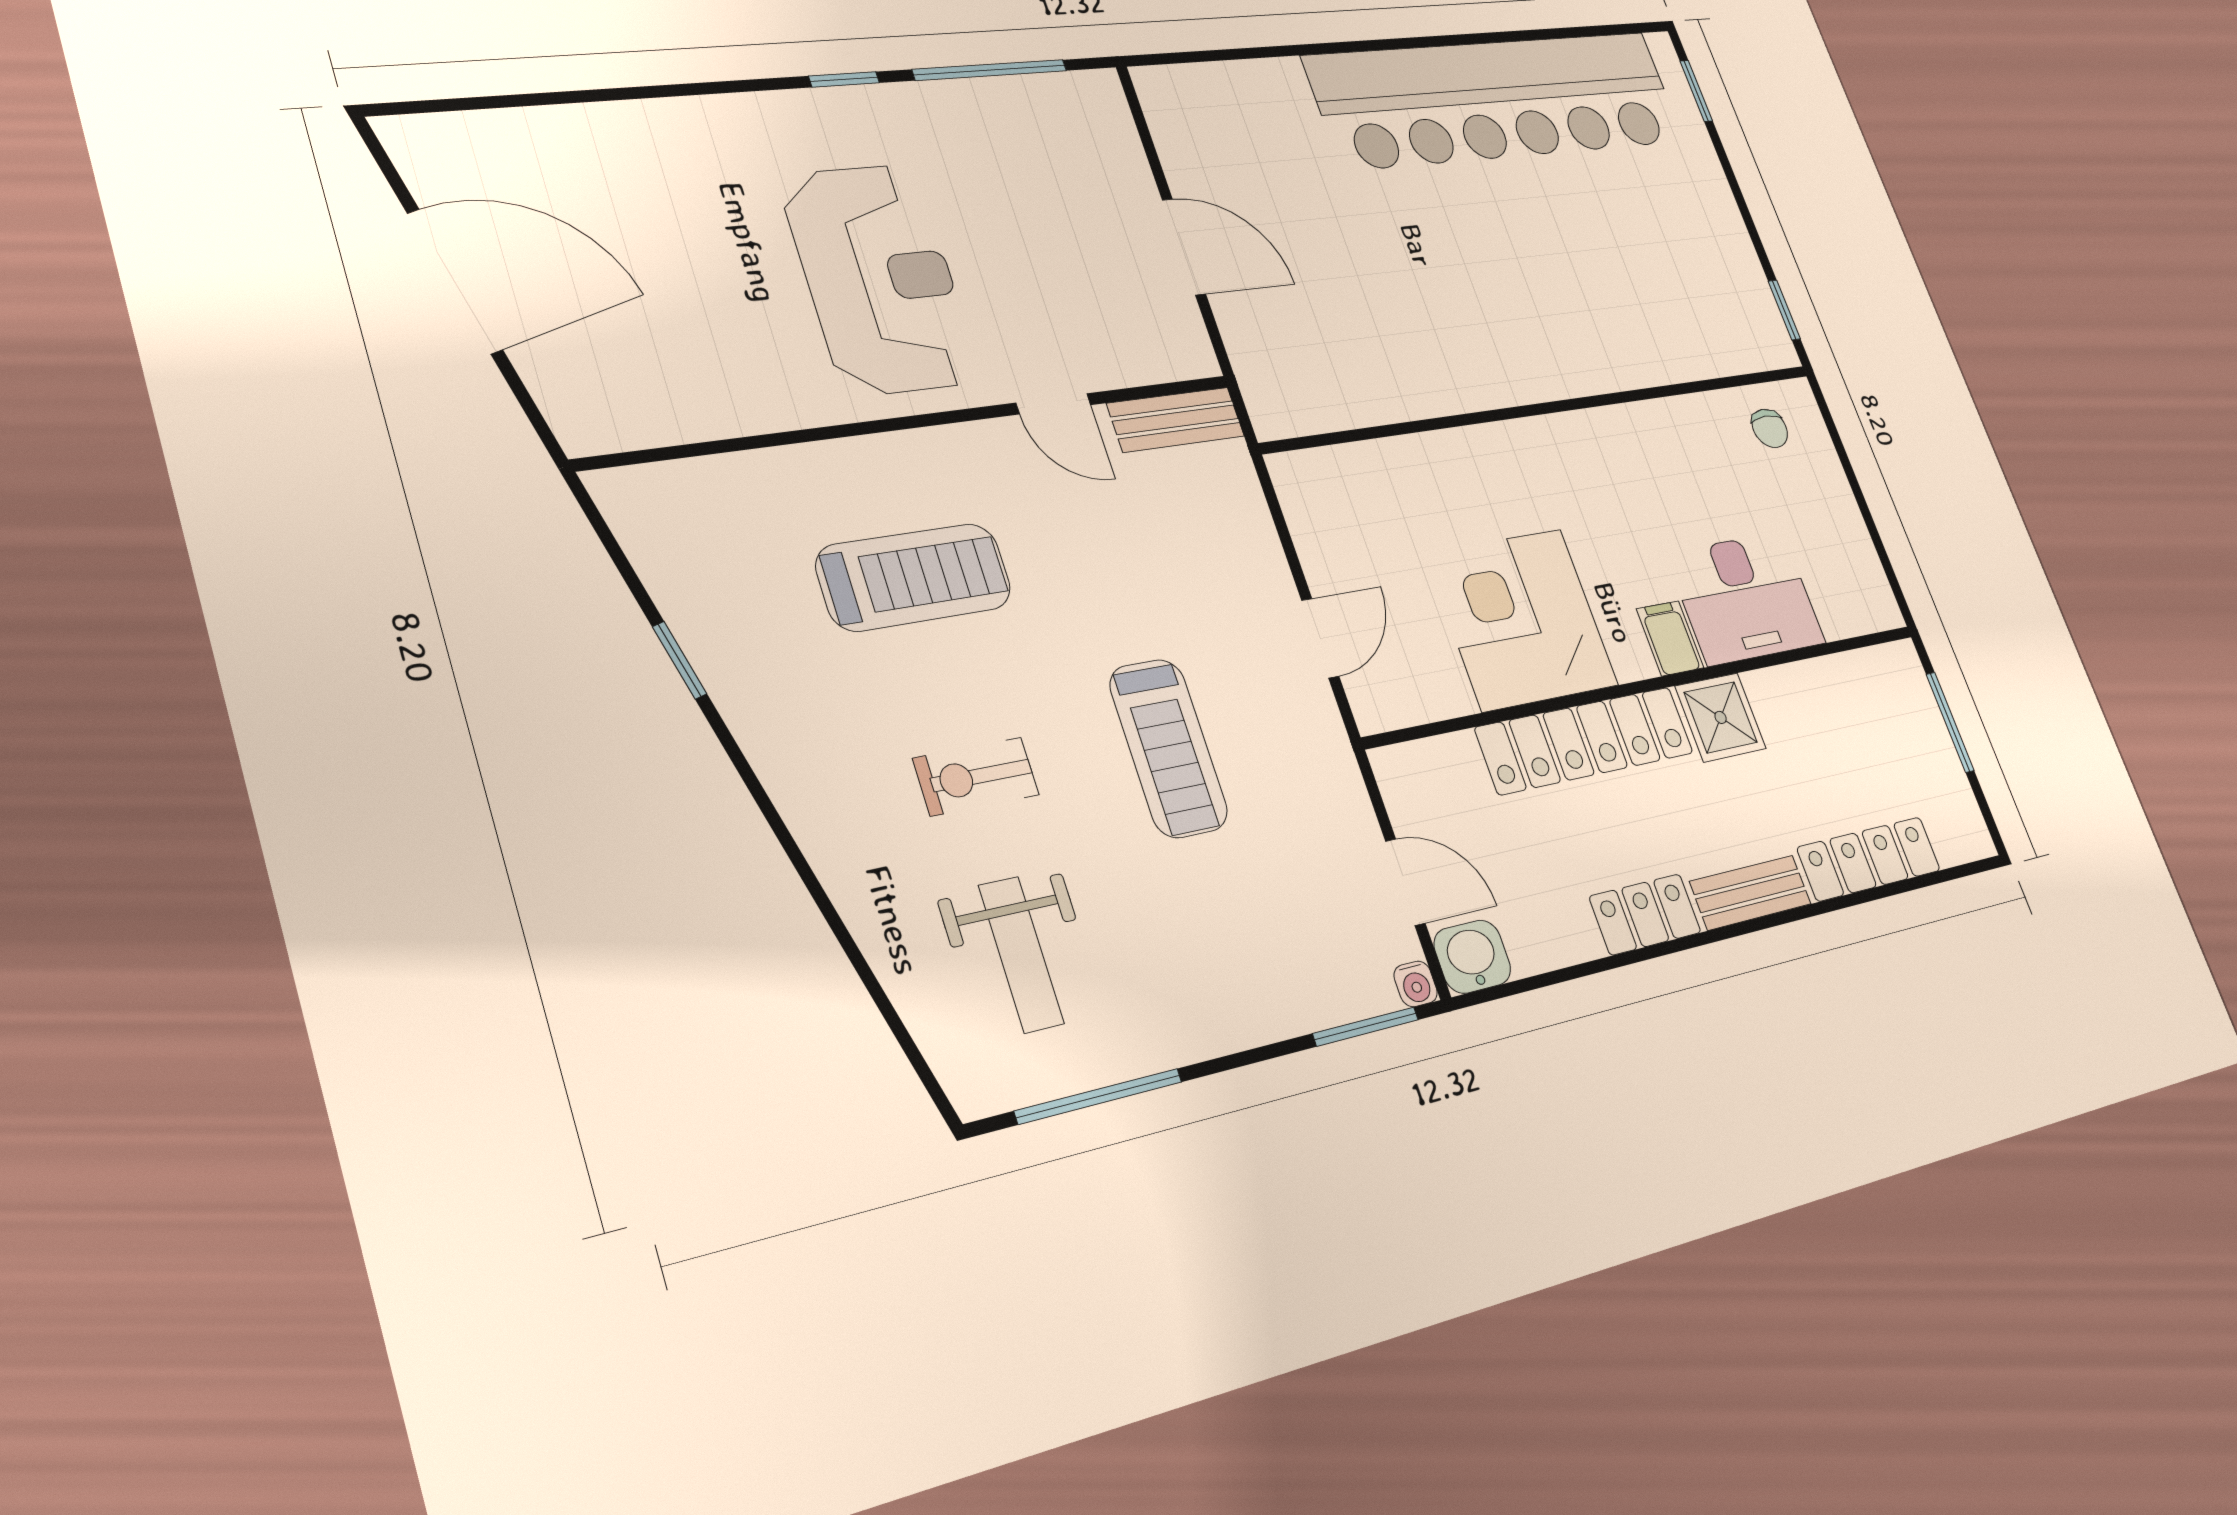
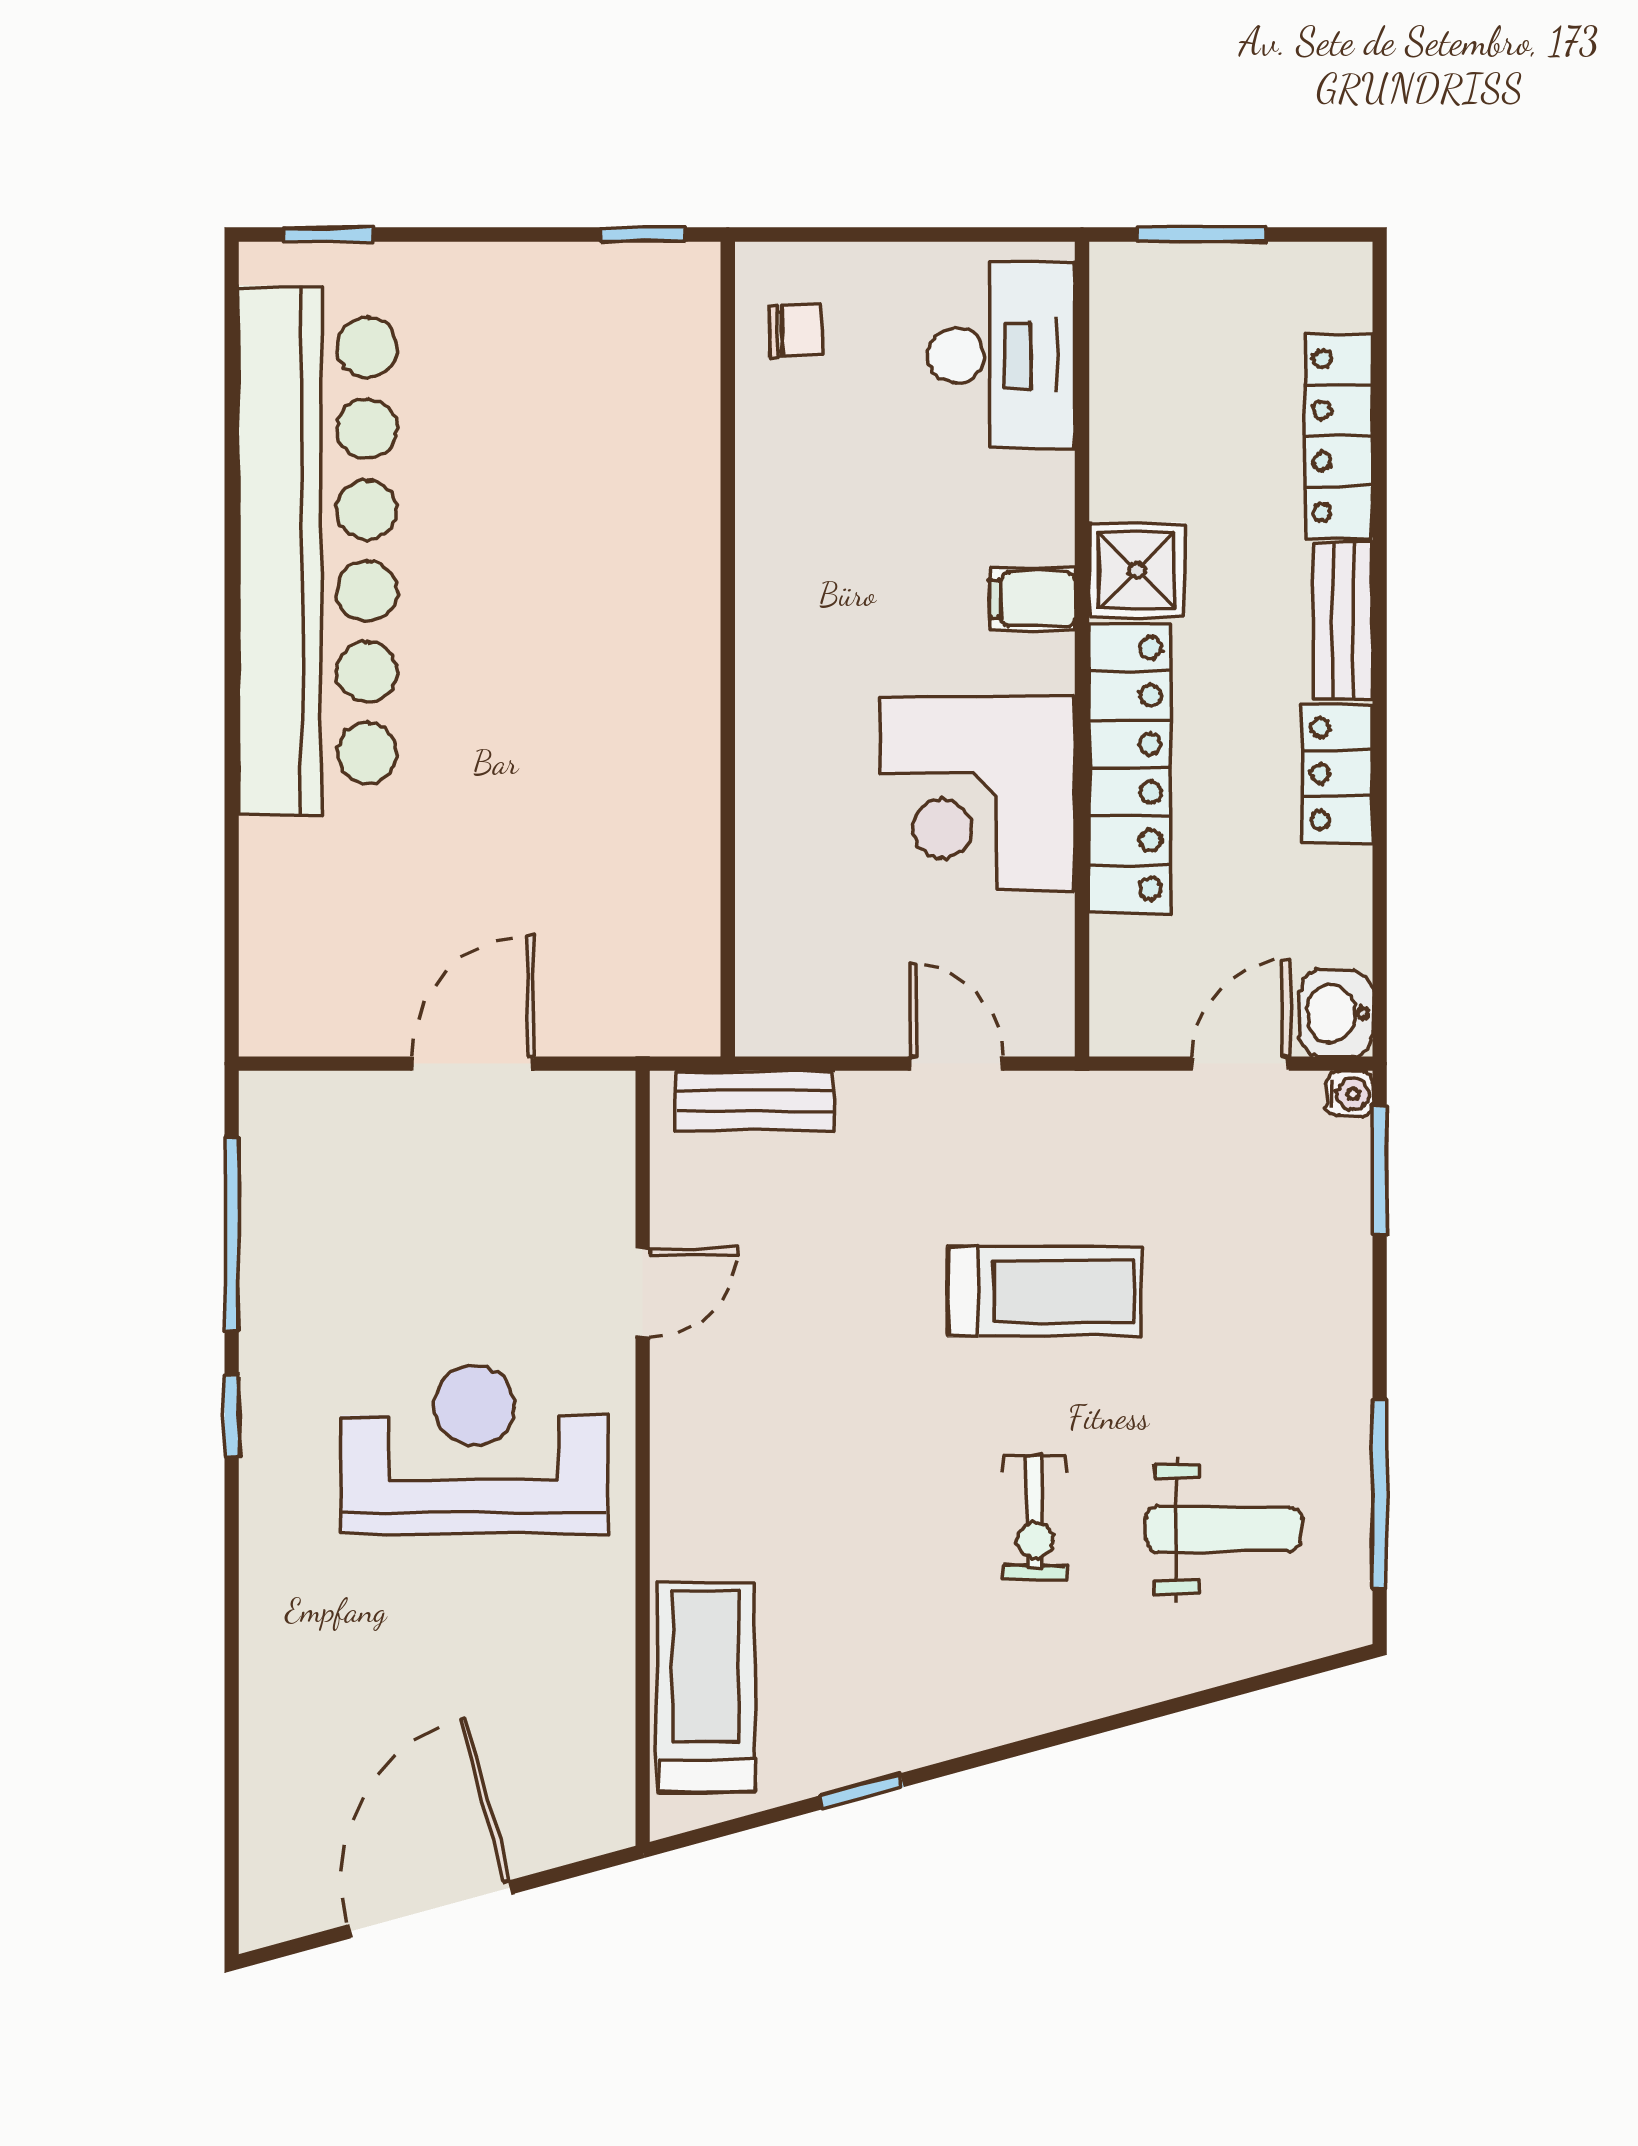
bench: (1176, 420) -> (754, 1101), moved, turned 90
treadmill: (914, 577) -> (706, 1688), moved
desk: (1746, 598) -> (1002, 355), moved

